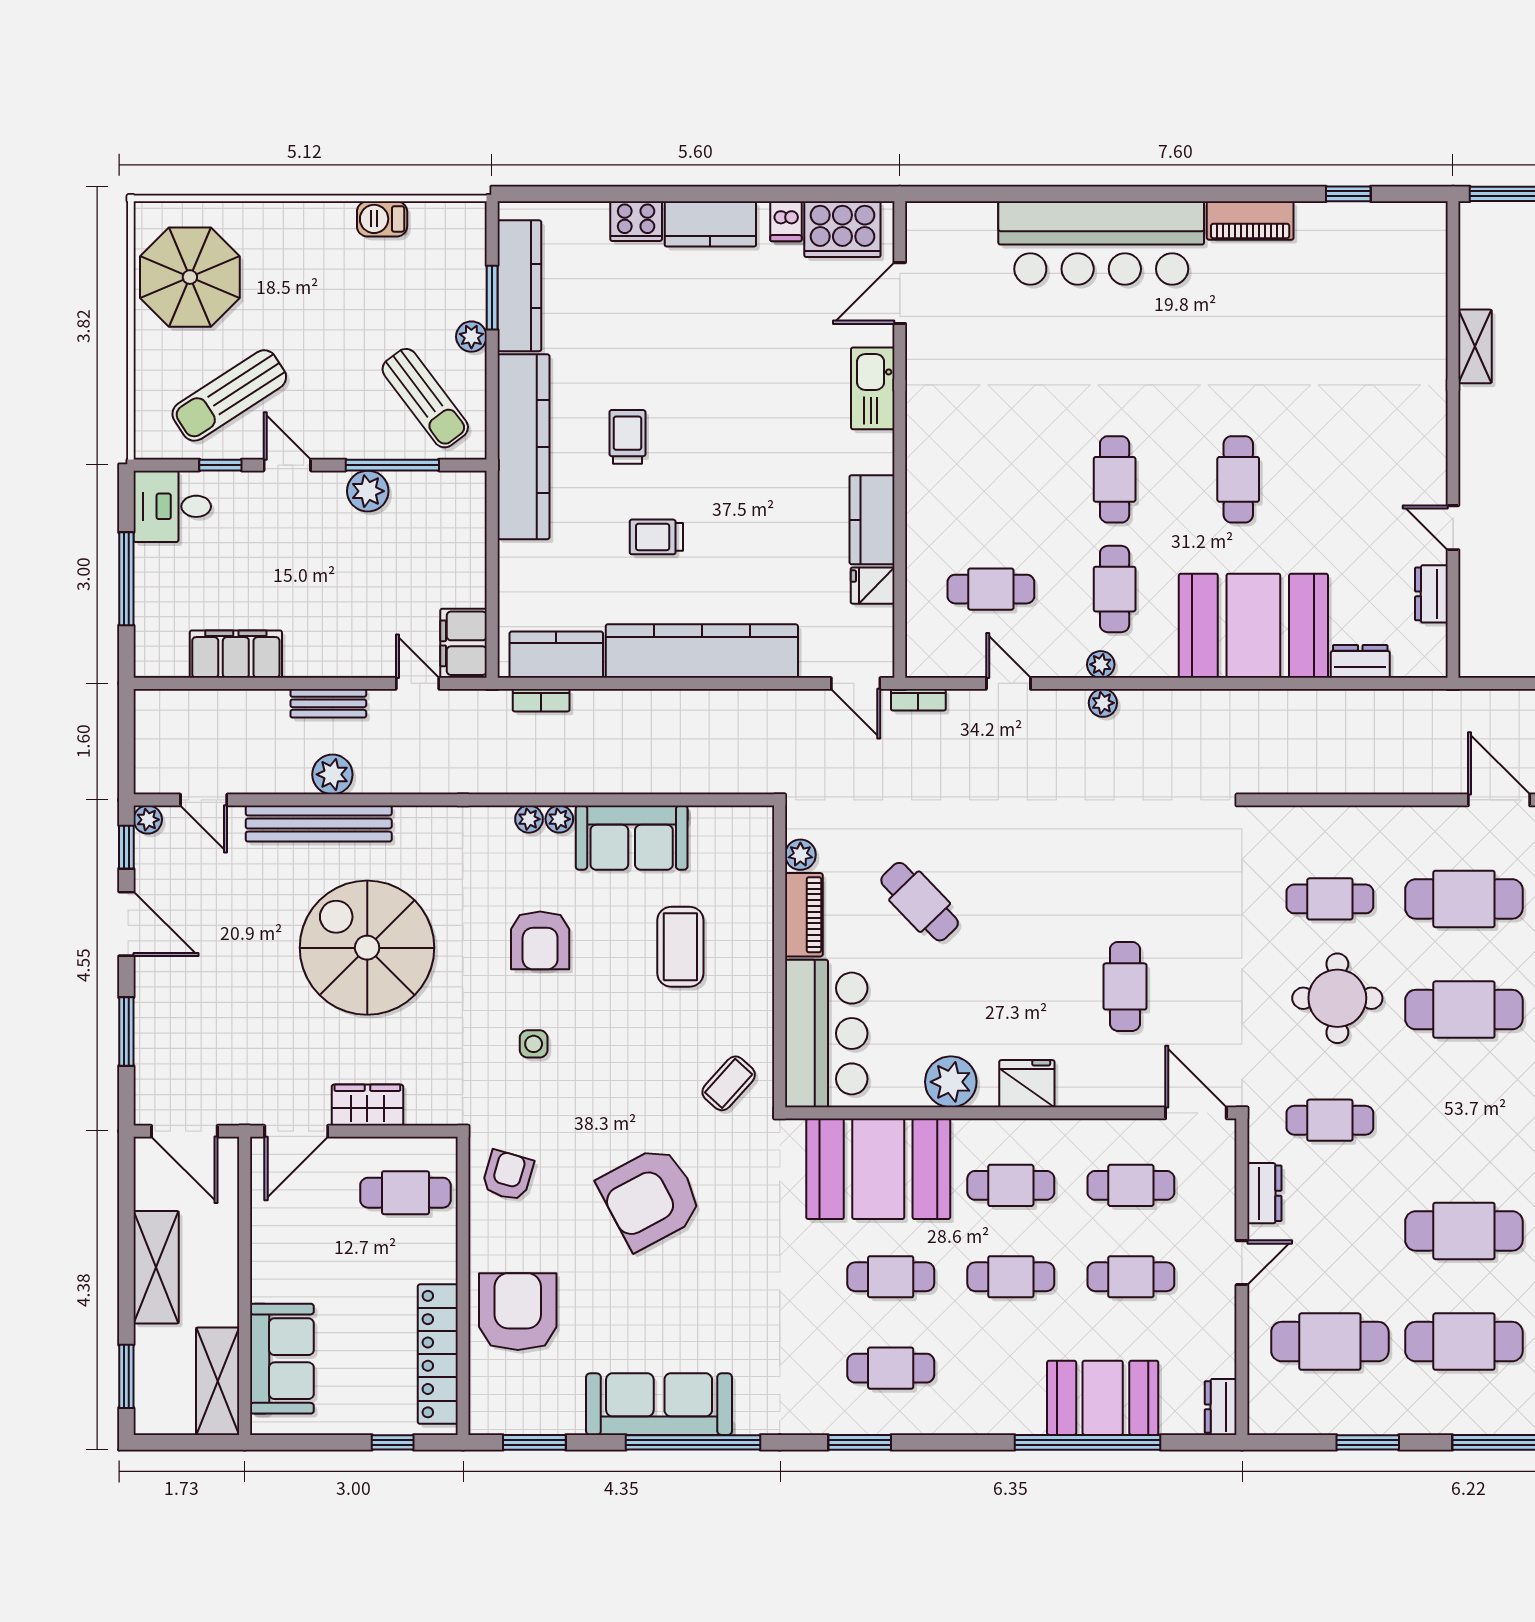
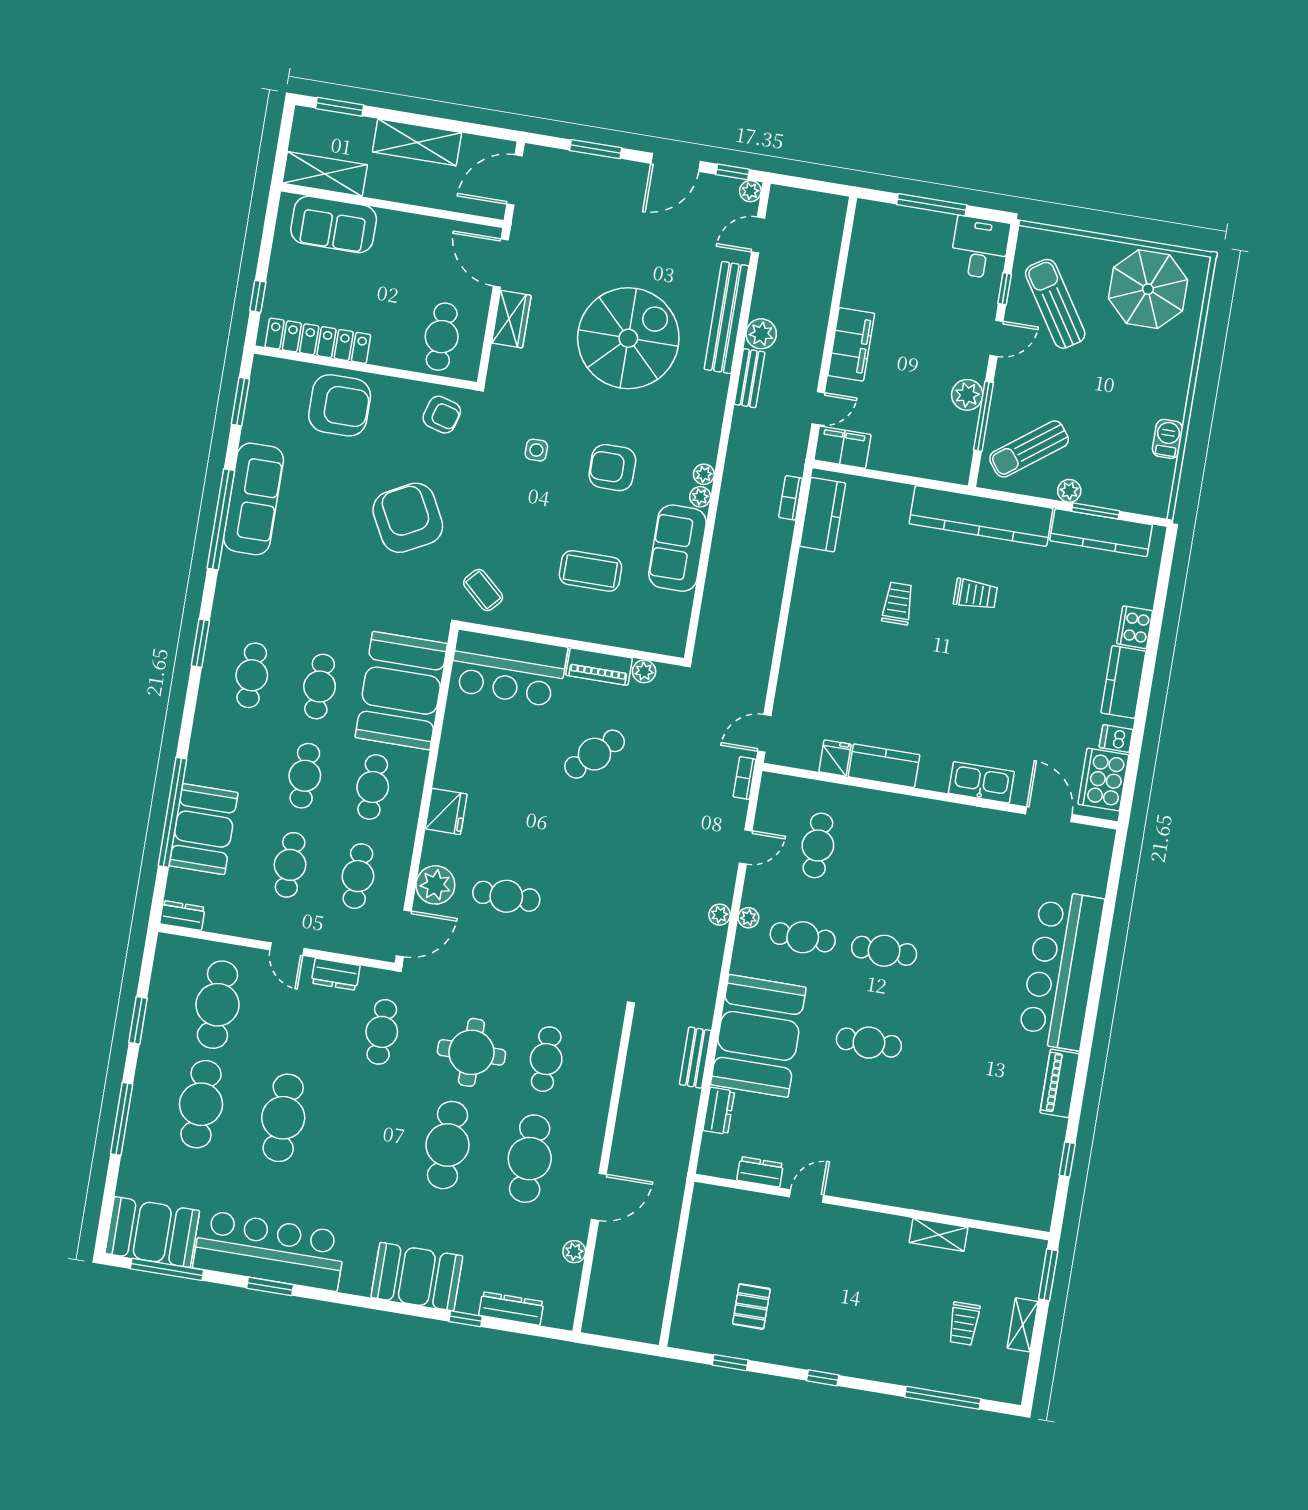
kitchen counter: (702, 651) -> (807, 623), removed
filing cabinet: (236, 654) -> (851, 344), moved
bench: (328, 703) -> (750, 378), moved
bench: (1295, 704) -> (695, 1058), added
plant: (951, 1082) -> (435, 885), moved

